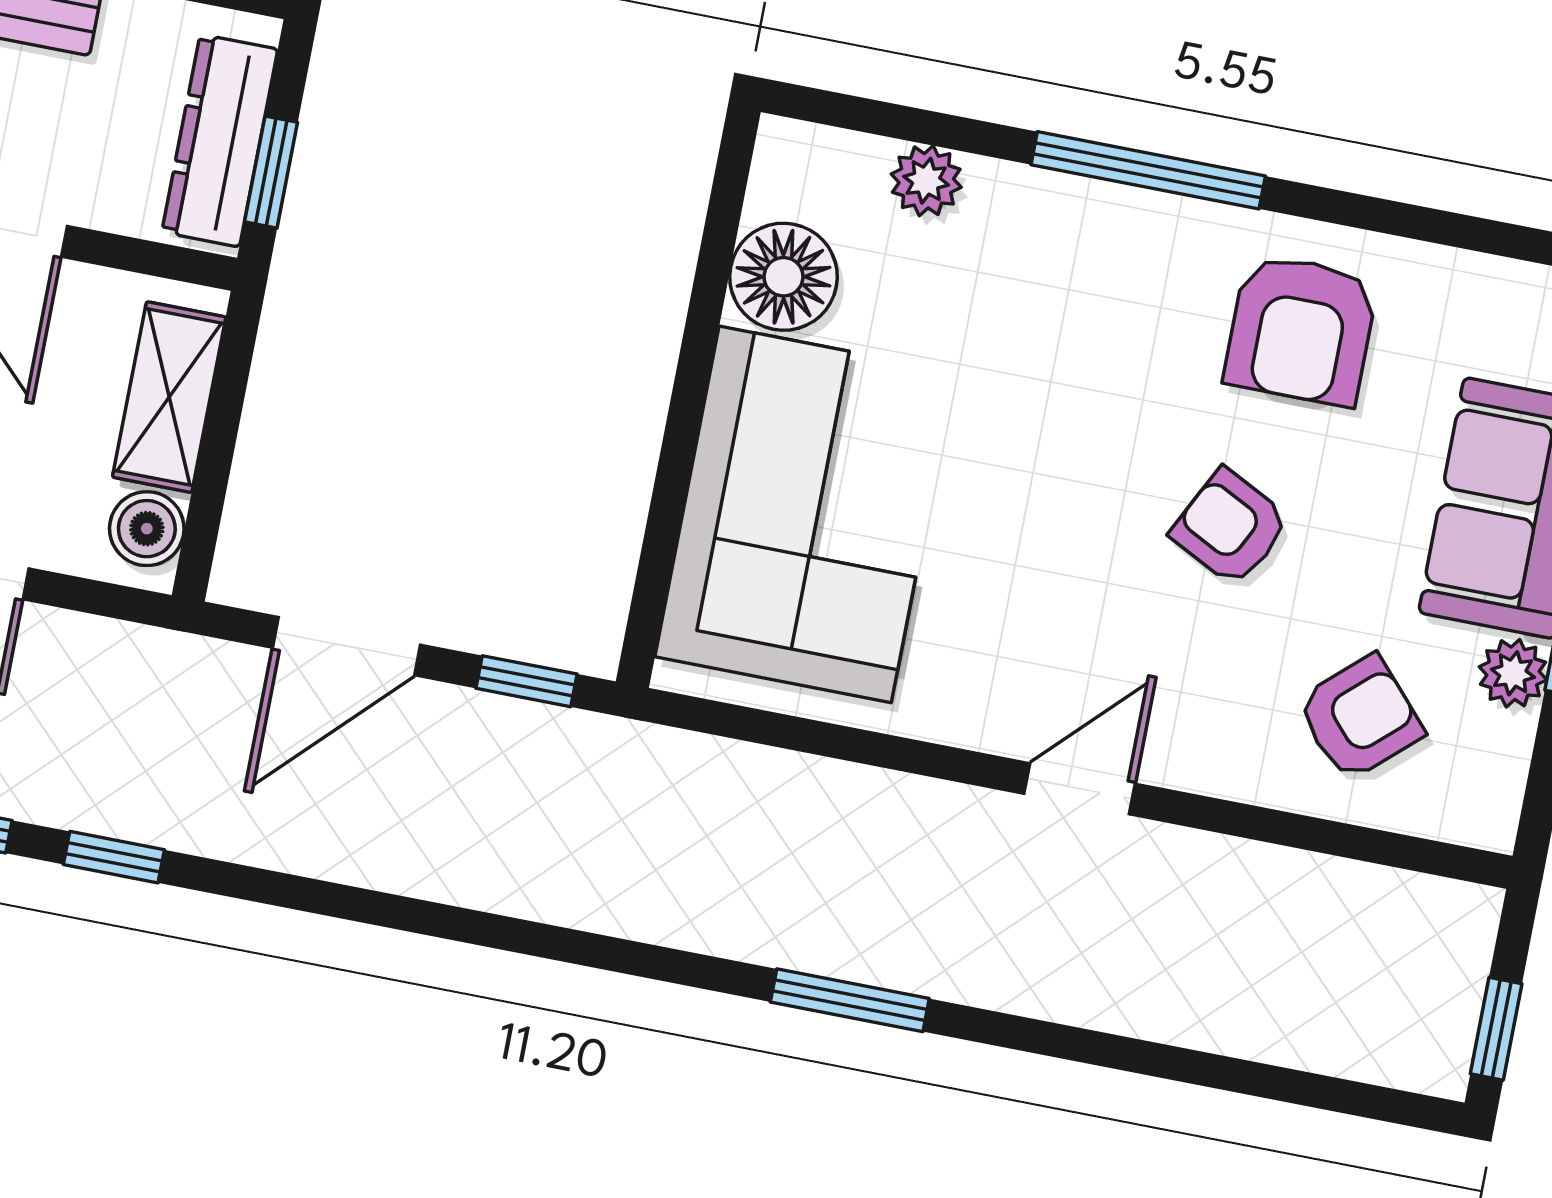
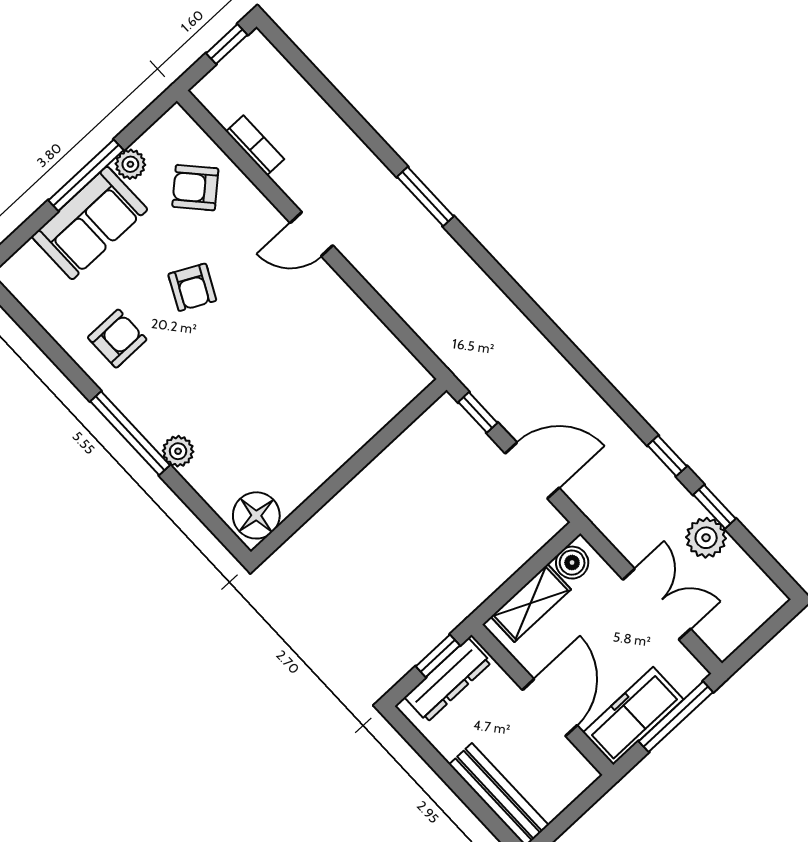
plant: (926, 181) -> (178, 451), moved
floor lamp: (783, 277) -> (256, 515), moved
armchair: (1301, 330) -> (117, 339), width x0.72, depth x0.72
corner sofa: (805, 514) -> (338, 400), removed
bookcase: (1306, 878) -> (255, 145), added
window: (850, 1000) -> (425, 197), moved

